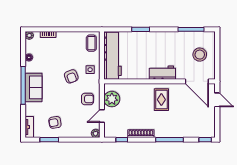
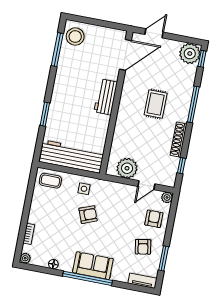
stool: (200, 55) -> (75, 37), moved
armchair: (88, 99) -> (154, 219), moved
rug: (161, 100) -> (156, 104), moved, turned 90
door: (102, 116) -> (146, 185), hinge flipped
plant: (207, 130) -> (190, 54), added

